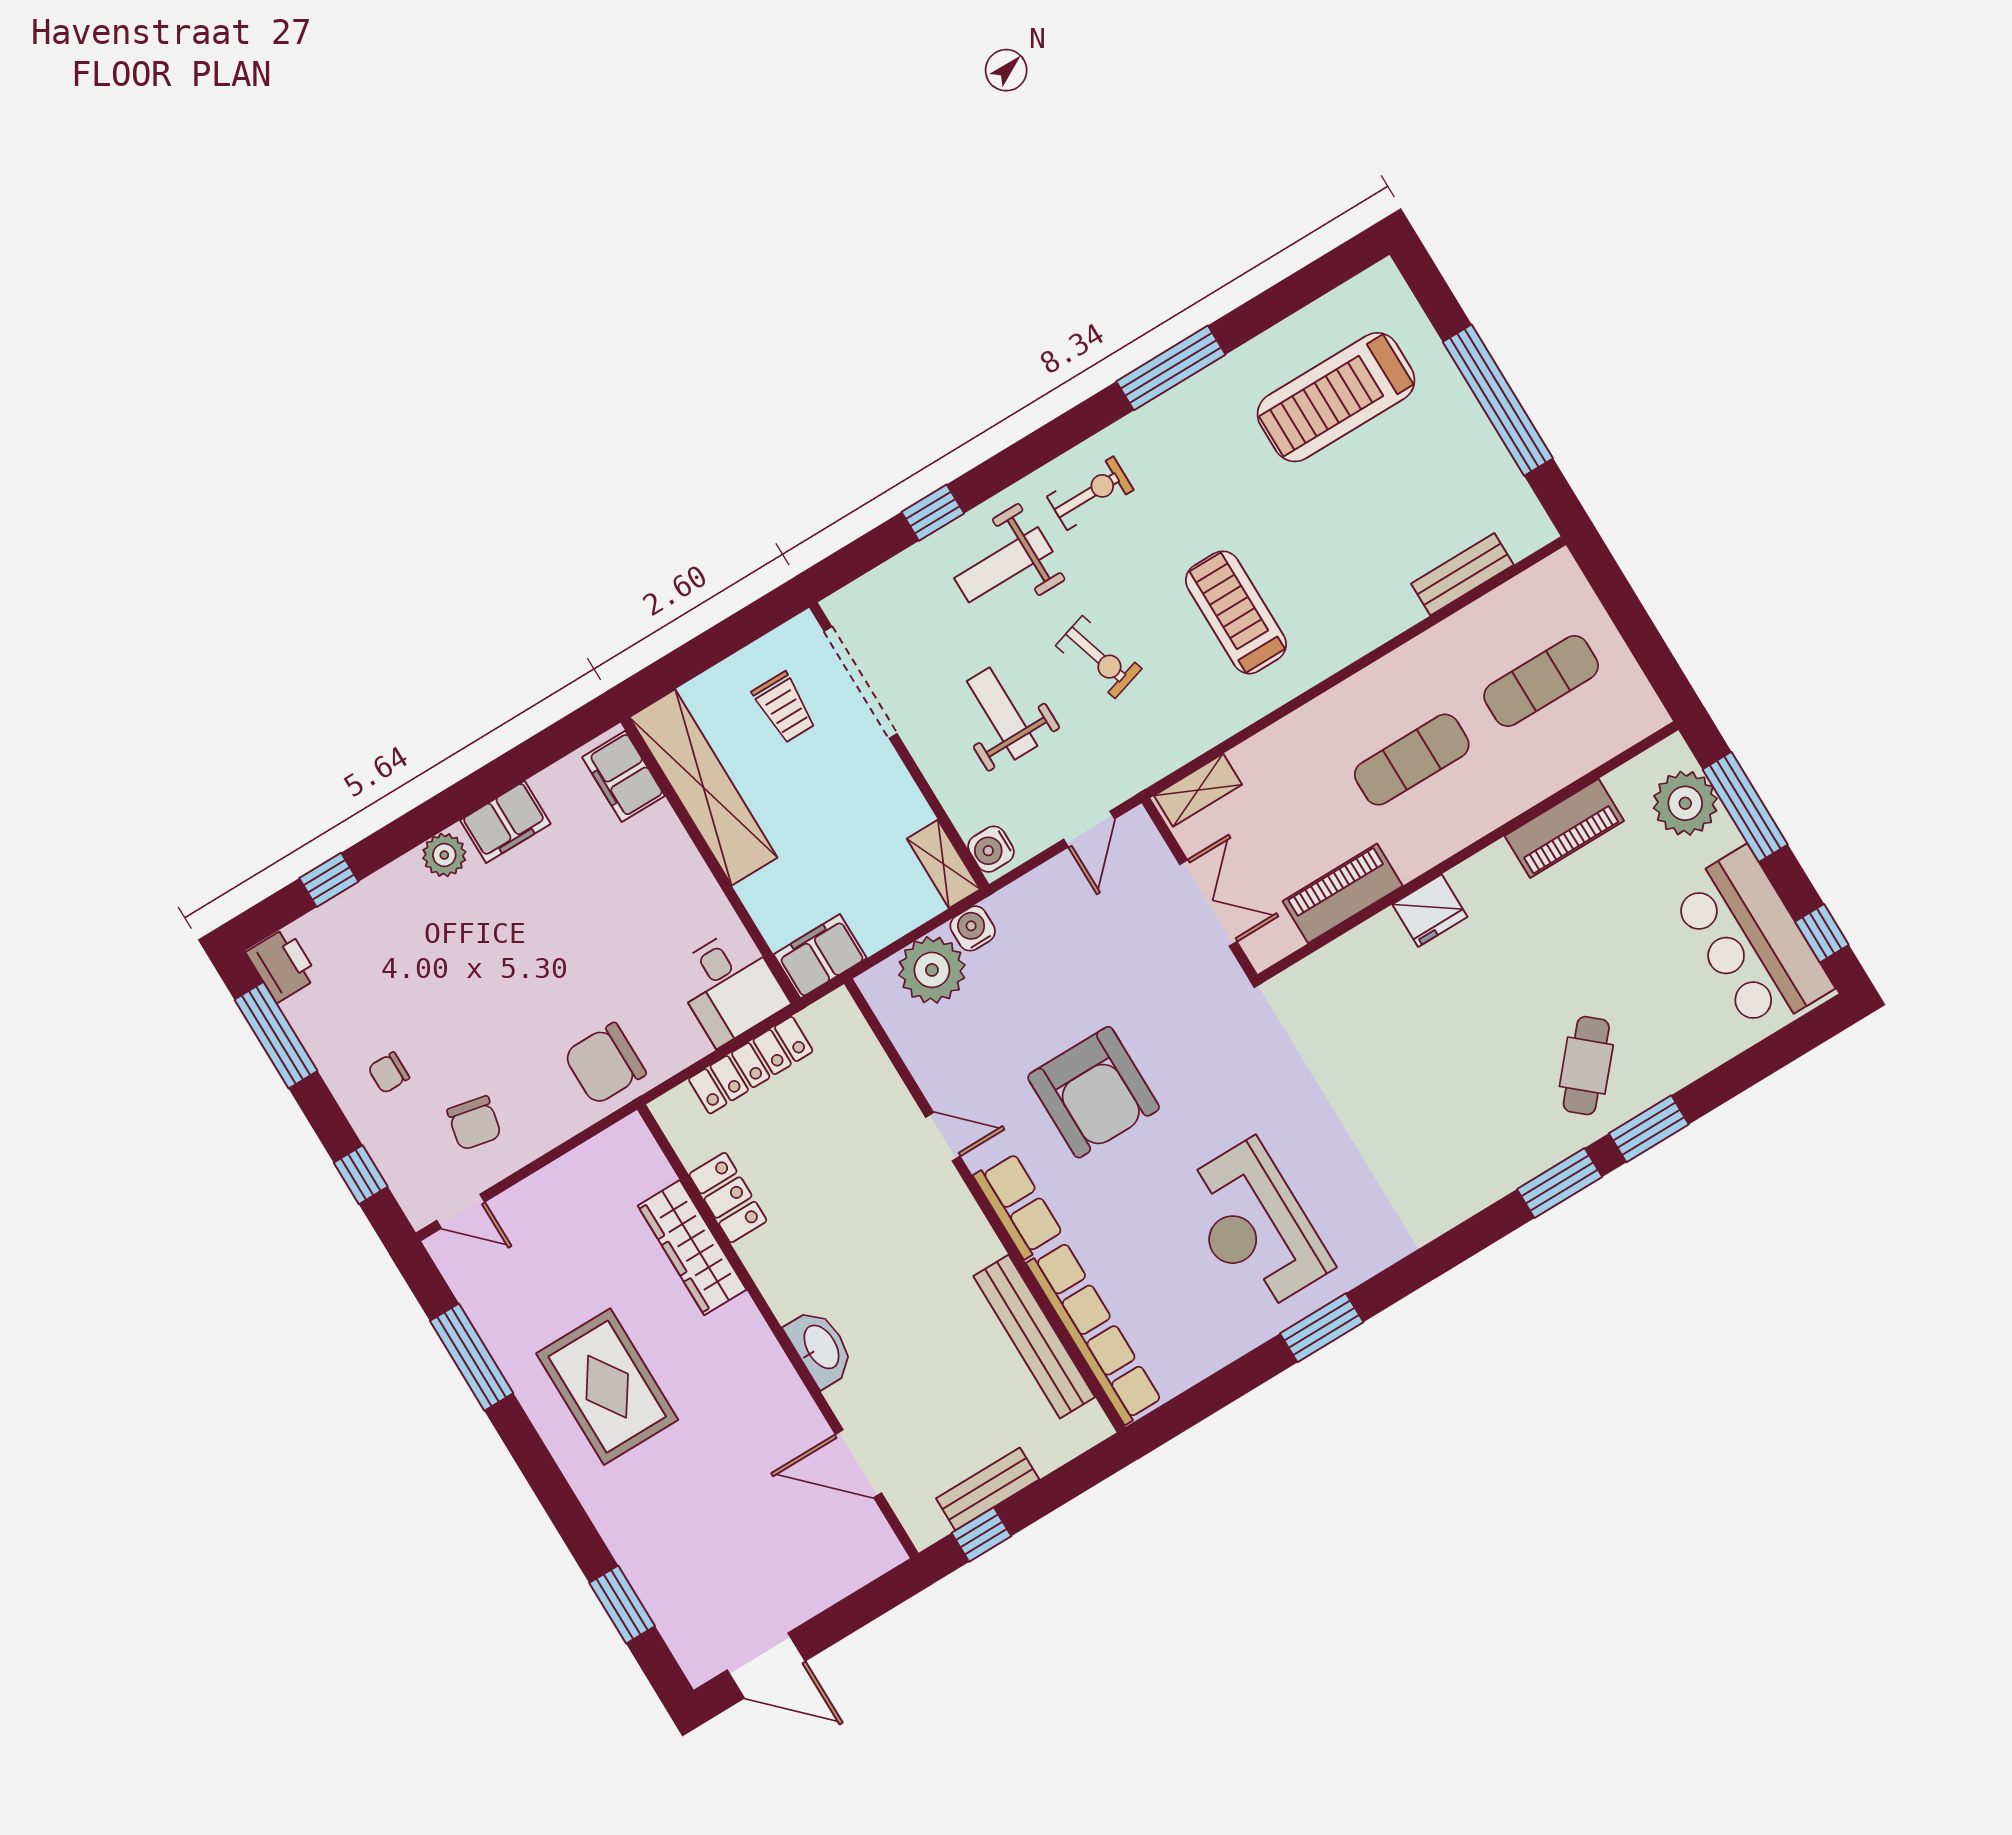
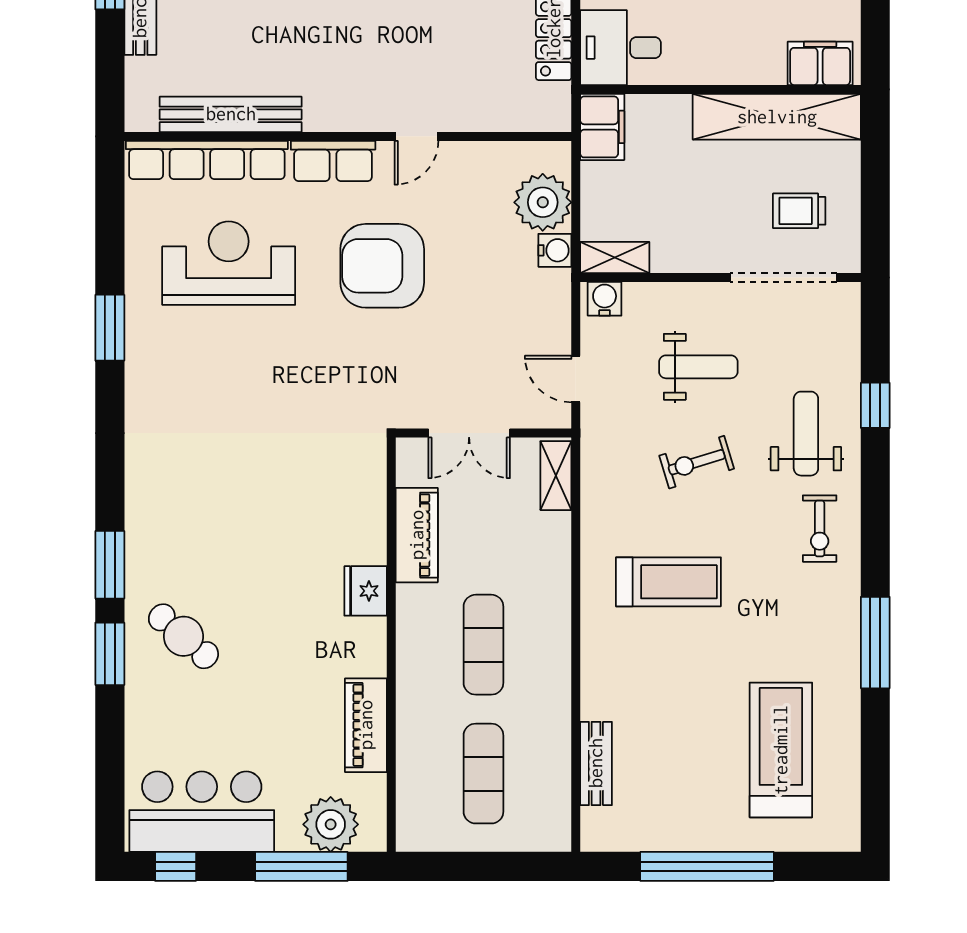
reception desk: (1255, 1226) -> (229, 263), moved

